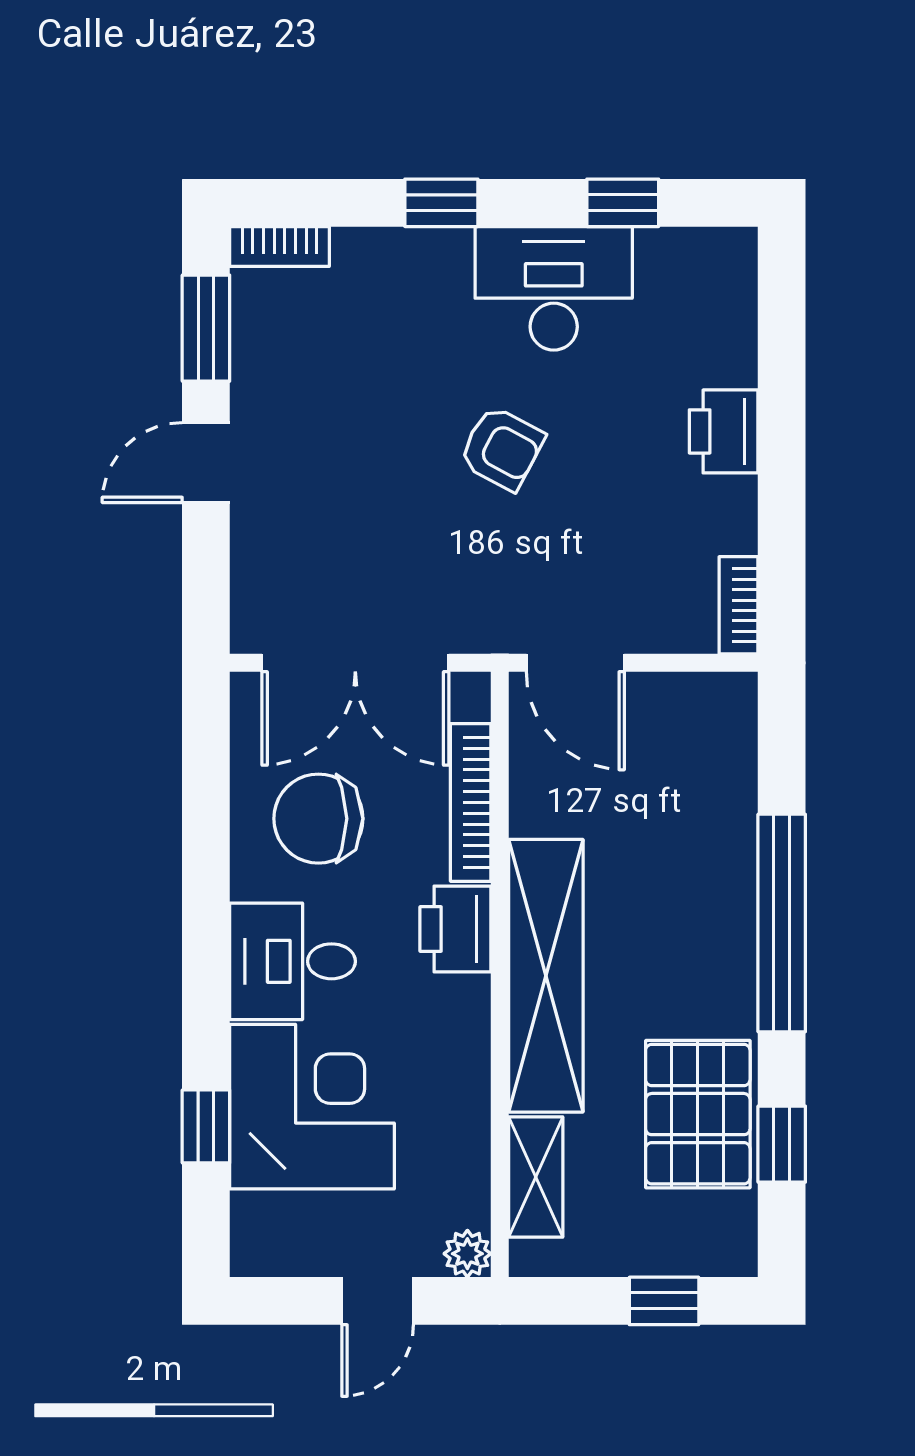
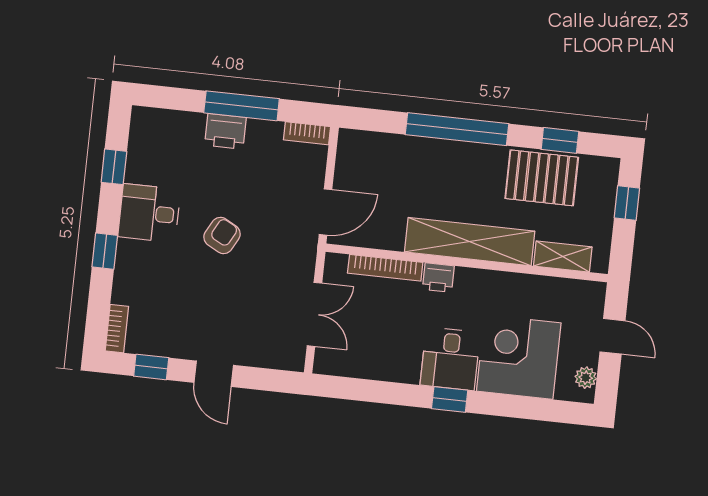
desk: (554, 288) -> (149, 213), width x0.73
window: (206, 328) -> (151, 367), width x0.67
window: (782, 460) -> (242, 106), added
double door: (355, 663) -> (314, 314), width x0.73
chair: (318, 819) -> (385, 339), removed
printer: (455, 929) -> (438, 278), width x0.73, depth x0.81
window: (206, 1126) -> (450, 399), moved
plant: (467, 1254) -> (586, 378), moved

